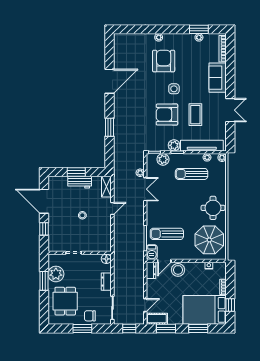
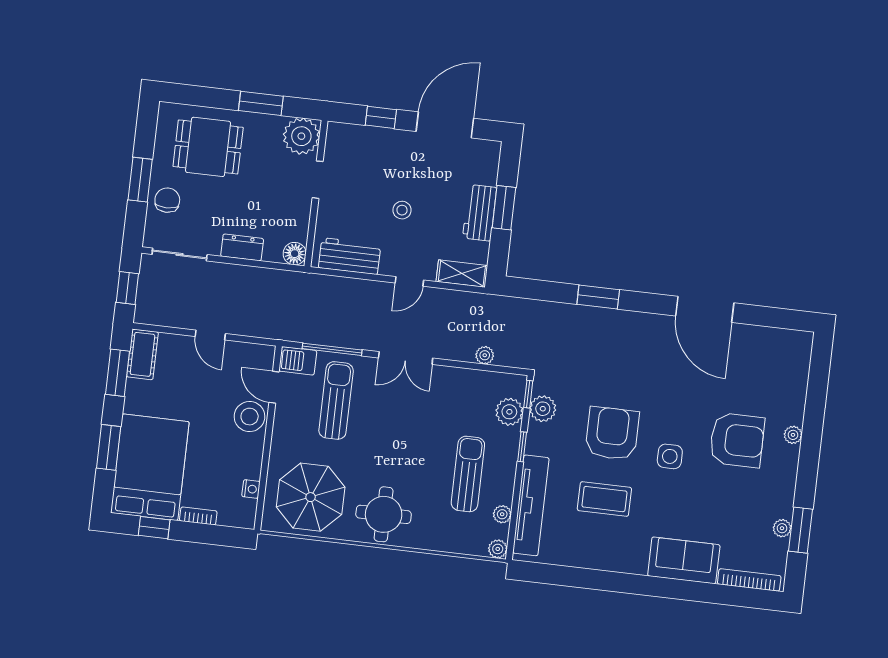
double door: (230, 110) -> (605, 581), removed
plant: (174, 145) -> (543, 409), moved
double door: (145, 189) -> (406, 358), moved
door: (112, 209) -> (409, 281), hinge flipped
workbench: (105, 235) -> (350, 256), added
dresser: (151, 270) -> (256, 354), removed
plant: (56, 274) -> (301, 136), moved
door: (145, 305) -> (210, 335), moved

